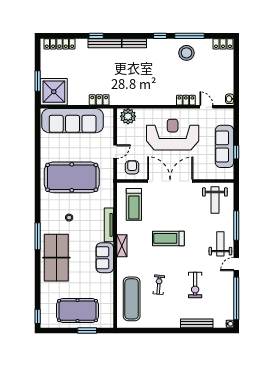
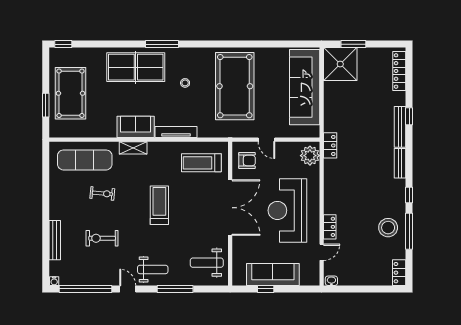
locker: (99, 100) -> (330, 145), moved
reception desk: (173, 135) -> (287, 210), turned 180
shelving: (122, 246) -> (133, 148), moved

